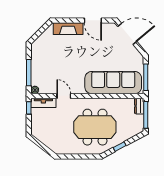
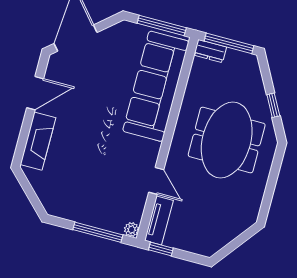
door: (64, 96) -> (156, 181), swing flipped

